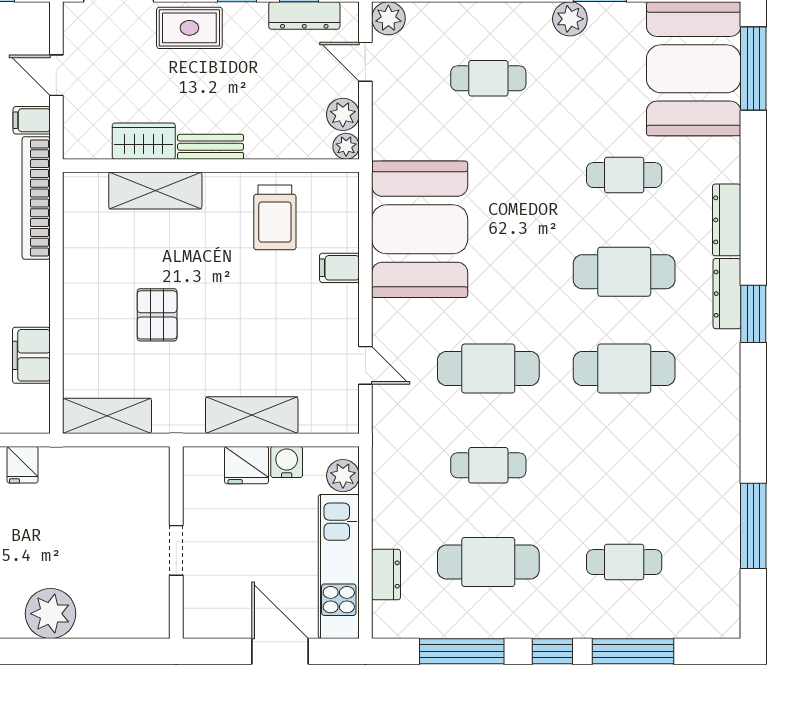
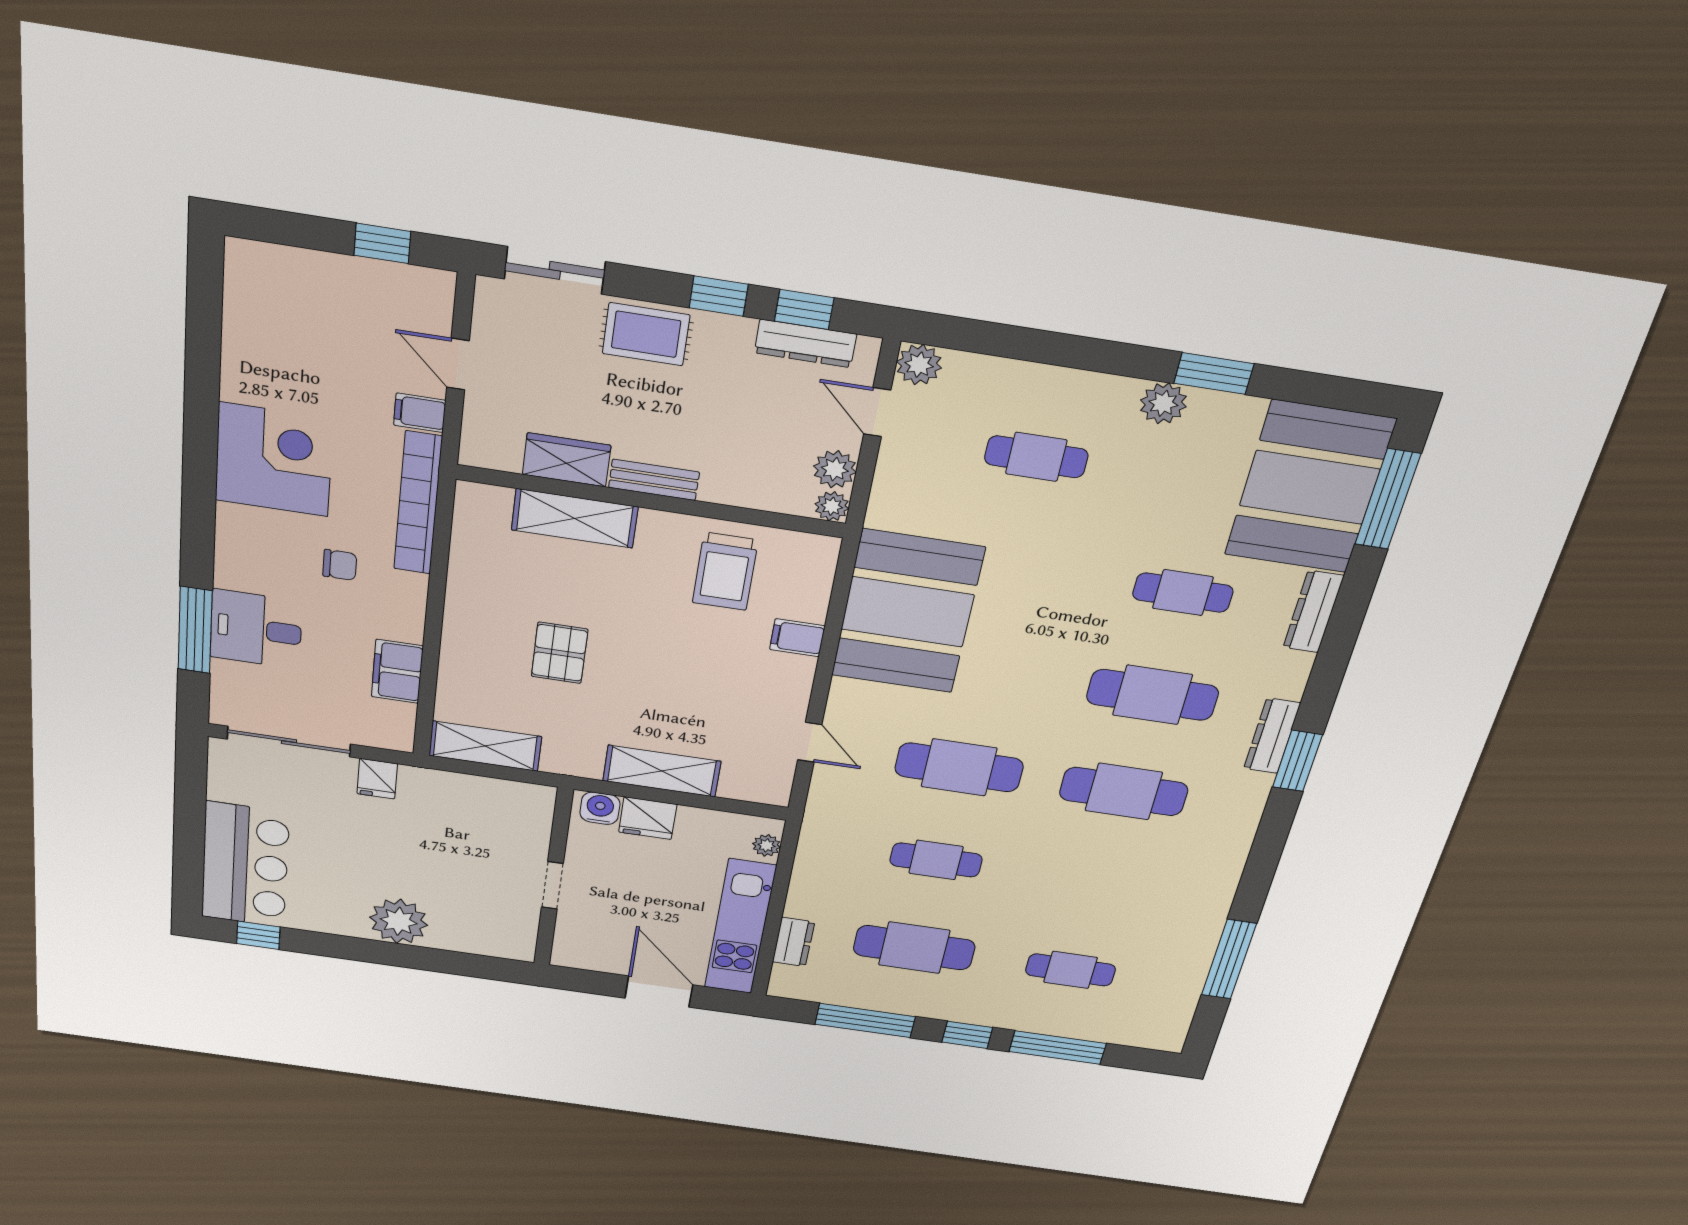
dresser: (727, 220) -> (1313, 612), moved
water cooler: (287, 462) -> (600, 808), moved
plant: (343, 476) -> (766, 845), width x0.73, depth x0.73

